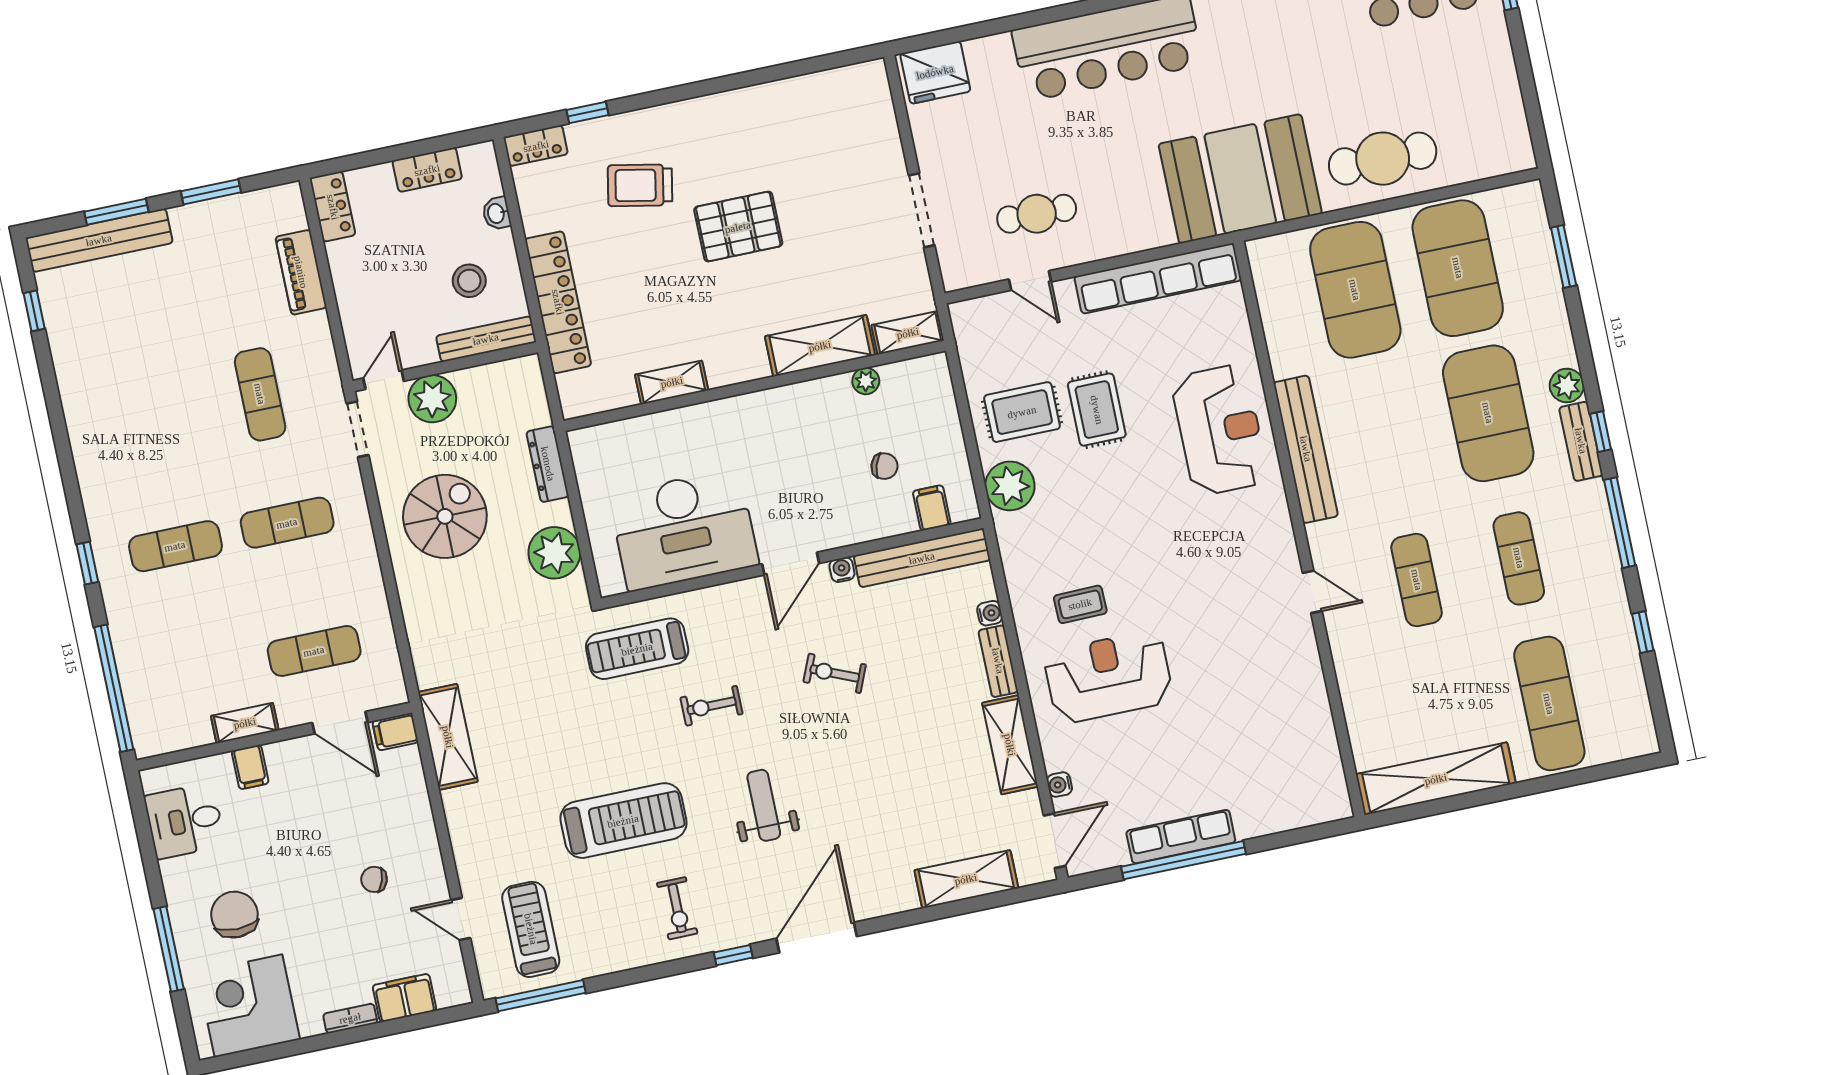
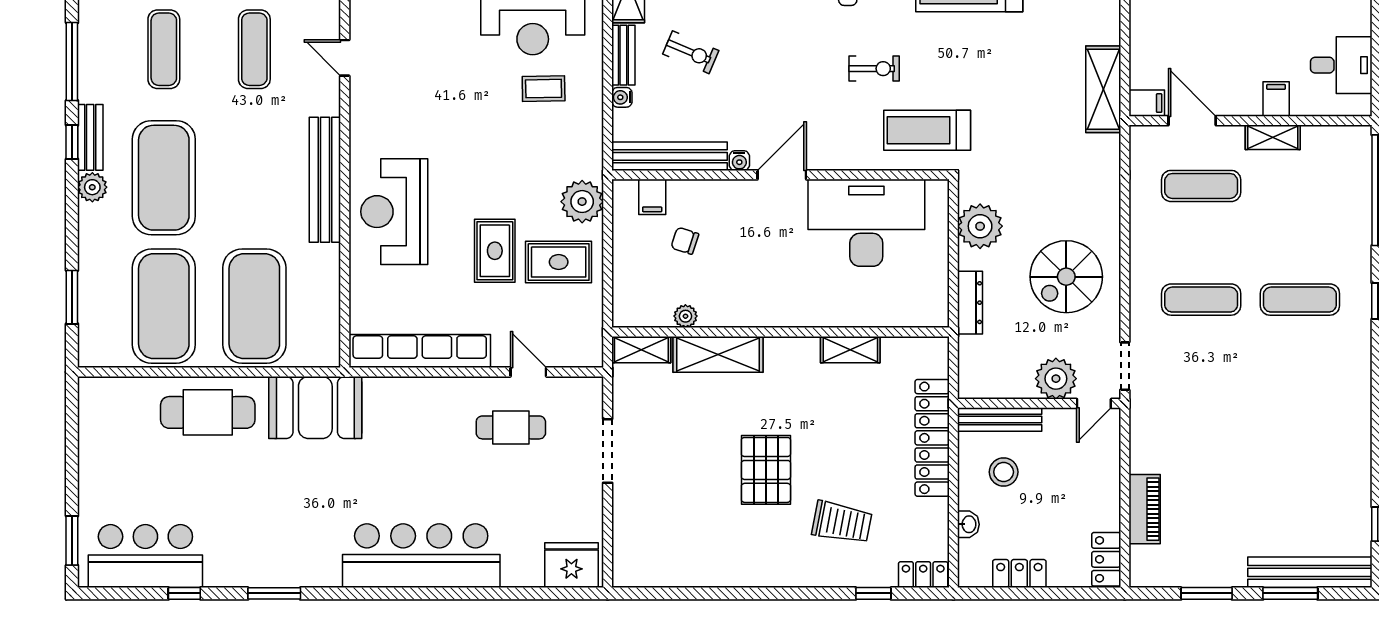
booth: (1240, 179) -> (315, 407), width x0.73, depth x0.70
pallet: (738, 227) -> (766, 470), turned 90
exercise mat: (260, 394) -> (1201, 413), removed
treadmill: (637, 649) -> (927, 130), turned 180
exercise bike: (835, 673) -> (691, 52), moved

